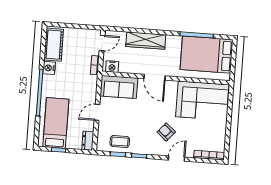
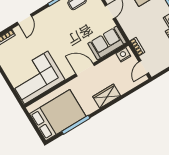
wardrobe: (146, 41) -> (107, 96), width x0.67
armchair: (166, 132) -> (47, 34), removed

